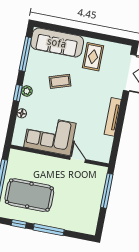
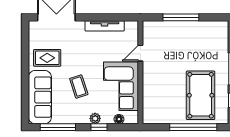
corner sofa: (50, 135) -> (121, 86), moved
wall: (60, 156) -> (140, 72), moved
door: (78, 159) -> (140, 53), moved

